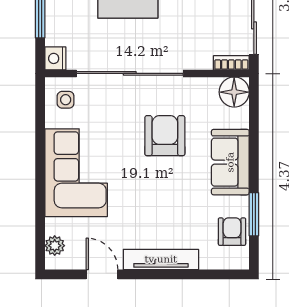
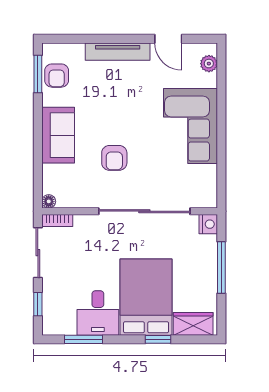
floor lamp: (234, 92) -> (49, 201), width x0.53, depth x0.53
side table: (66, 100) -> (200, 189), removed
armchair: (165, 136) -> (114, 158), width x0.72, depth x0.72
window: (254, 214) -> (38, 74), moved

